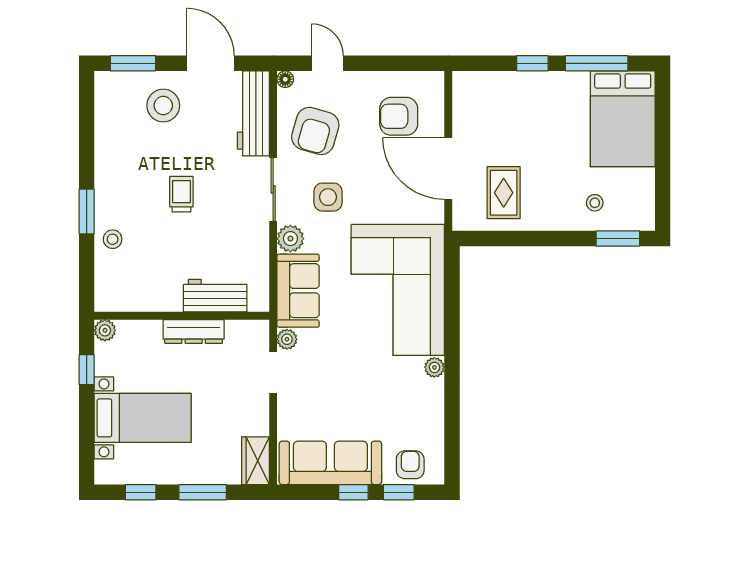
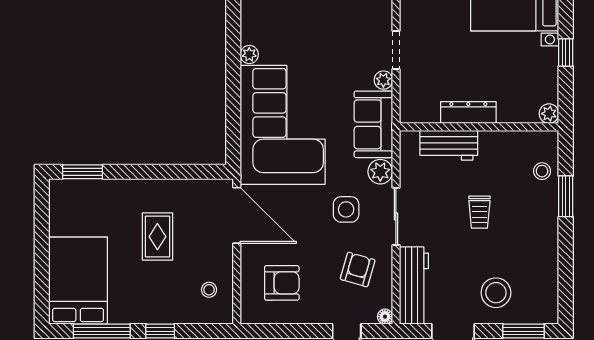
armchair: (315, 131) -> (358, 270), width x0.72, depth x0.72
door: (448, 168) -> (237, 215), moved
rug: (504, 193) -> (157, 237), moved
stool: (595, 203) -> (209, 290), moved
workbench: (215, 296) -> (449, 145), moved
wall: (182, 316) -> (479, 127), moved
plant: (105, 330) -> (549, 114), moved
dresser: (194, 332) -> (468, 112), moved

